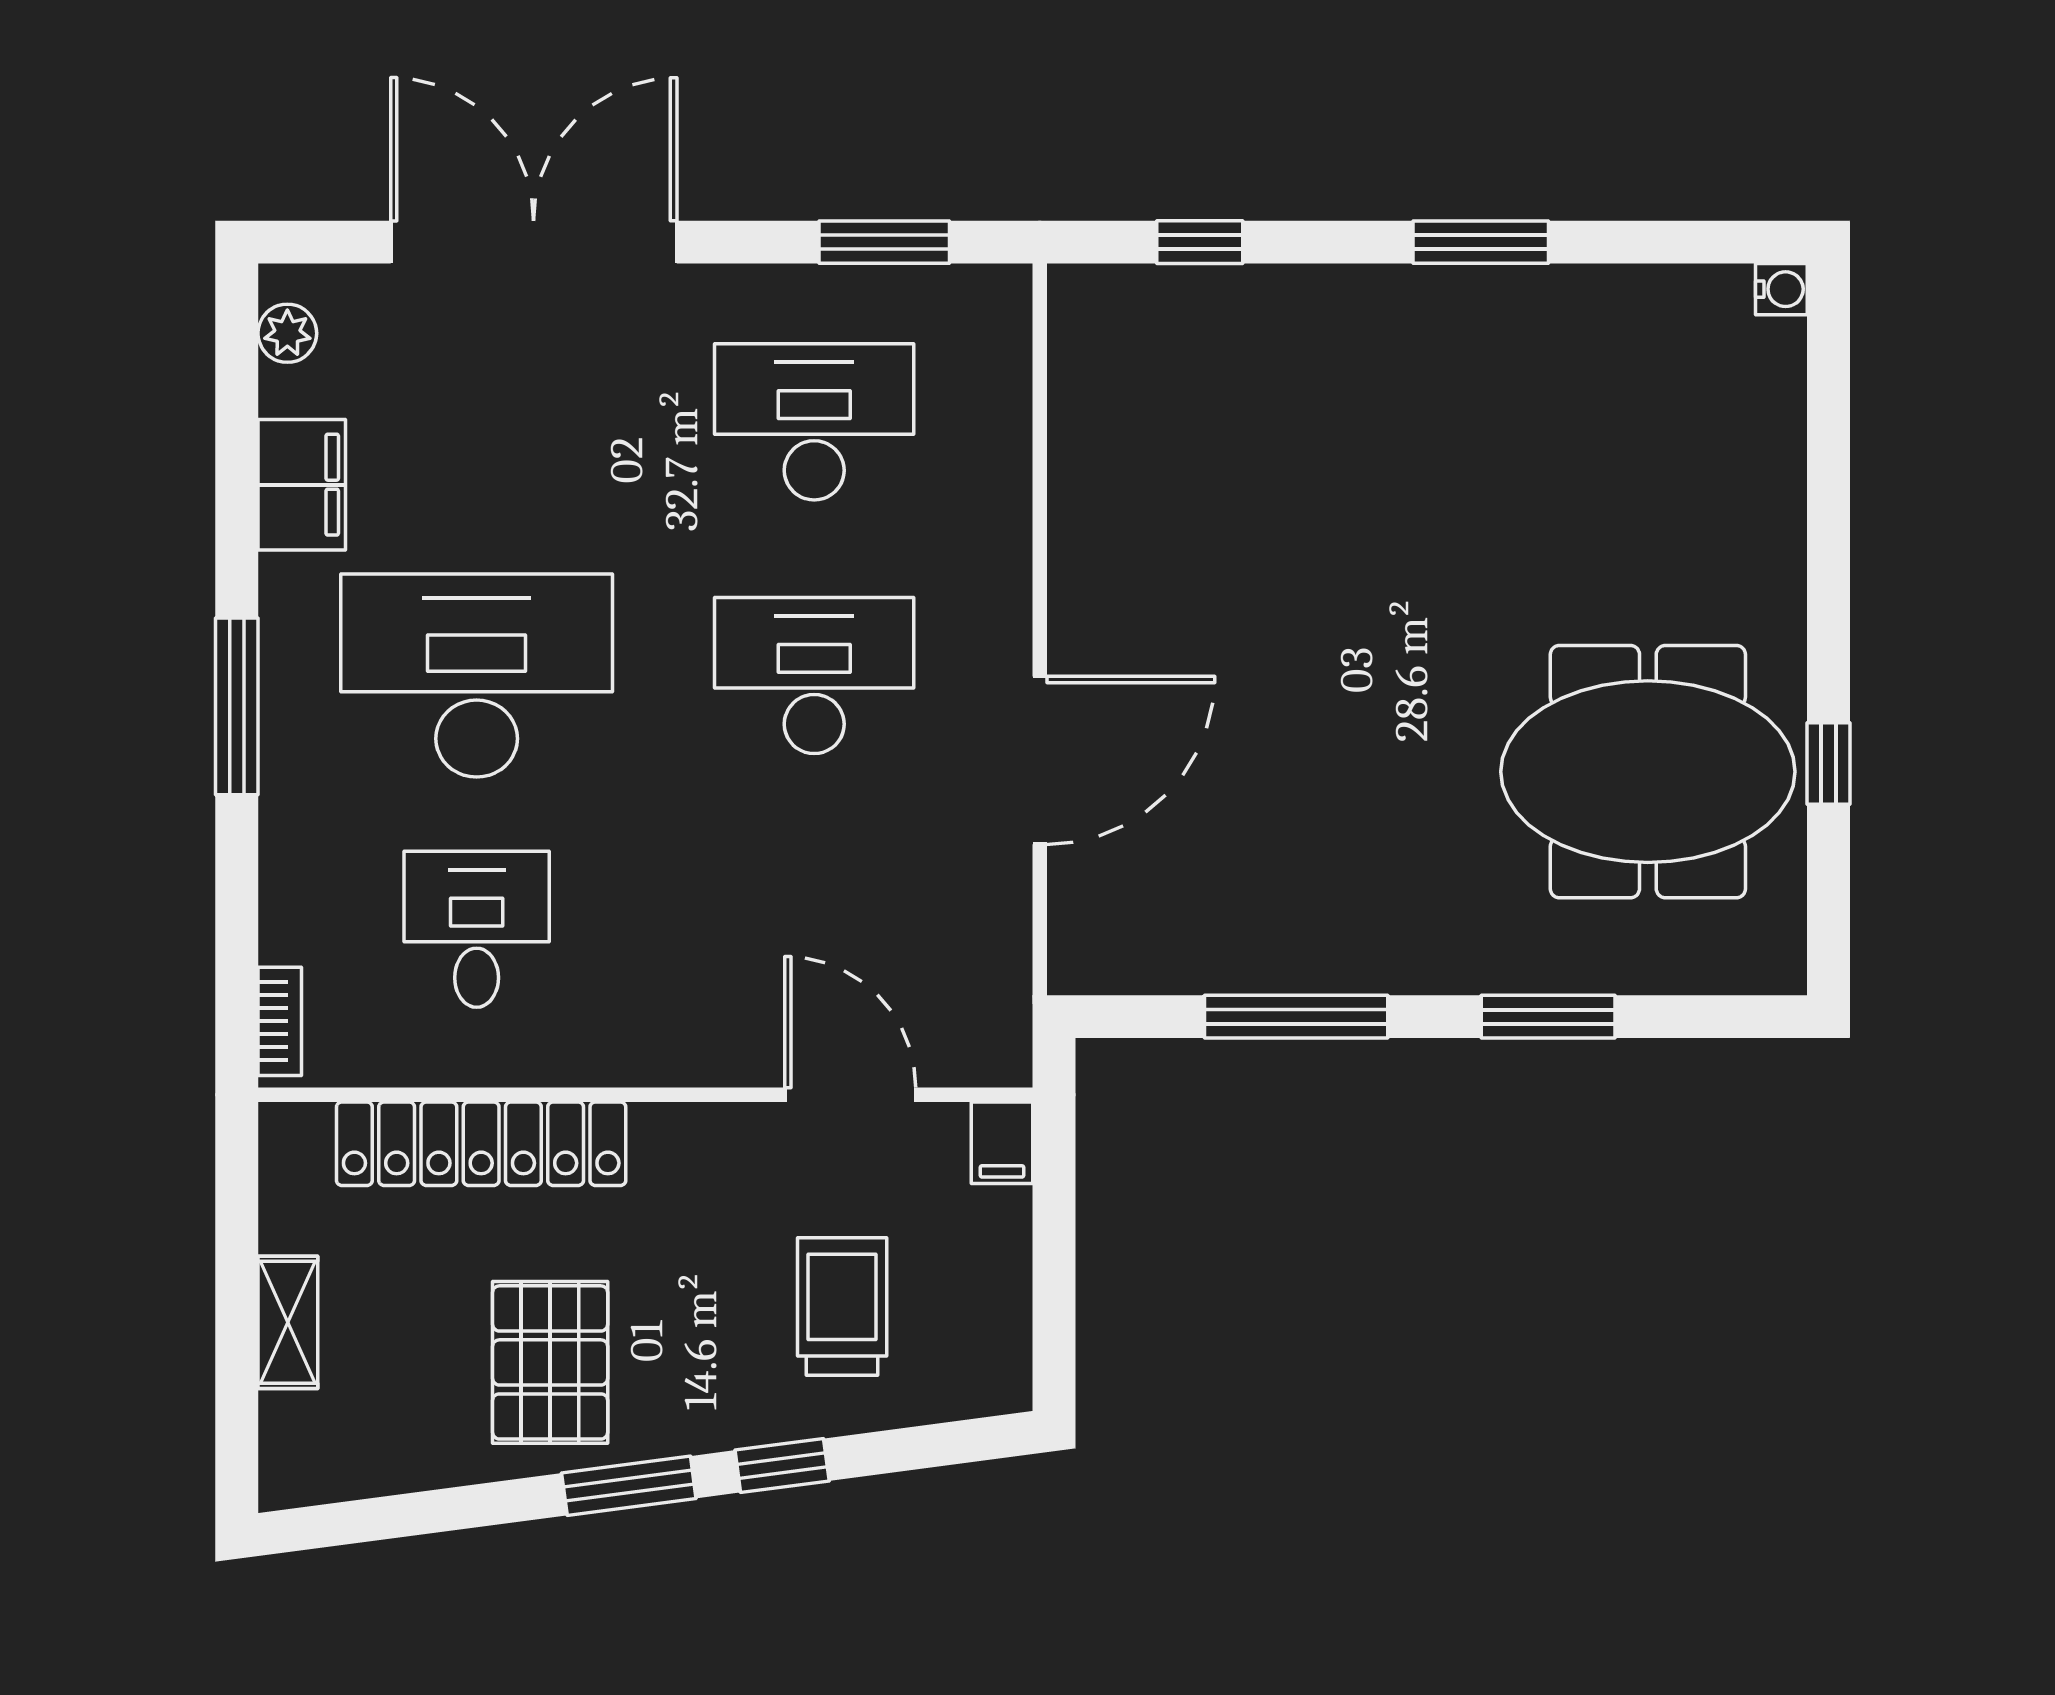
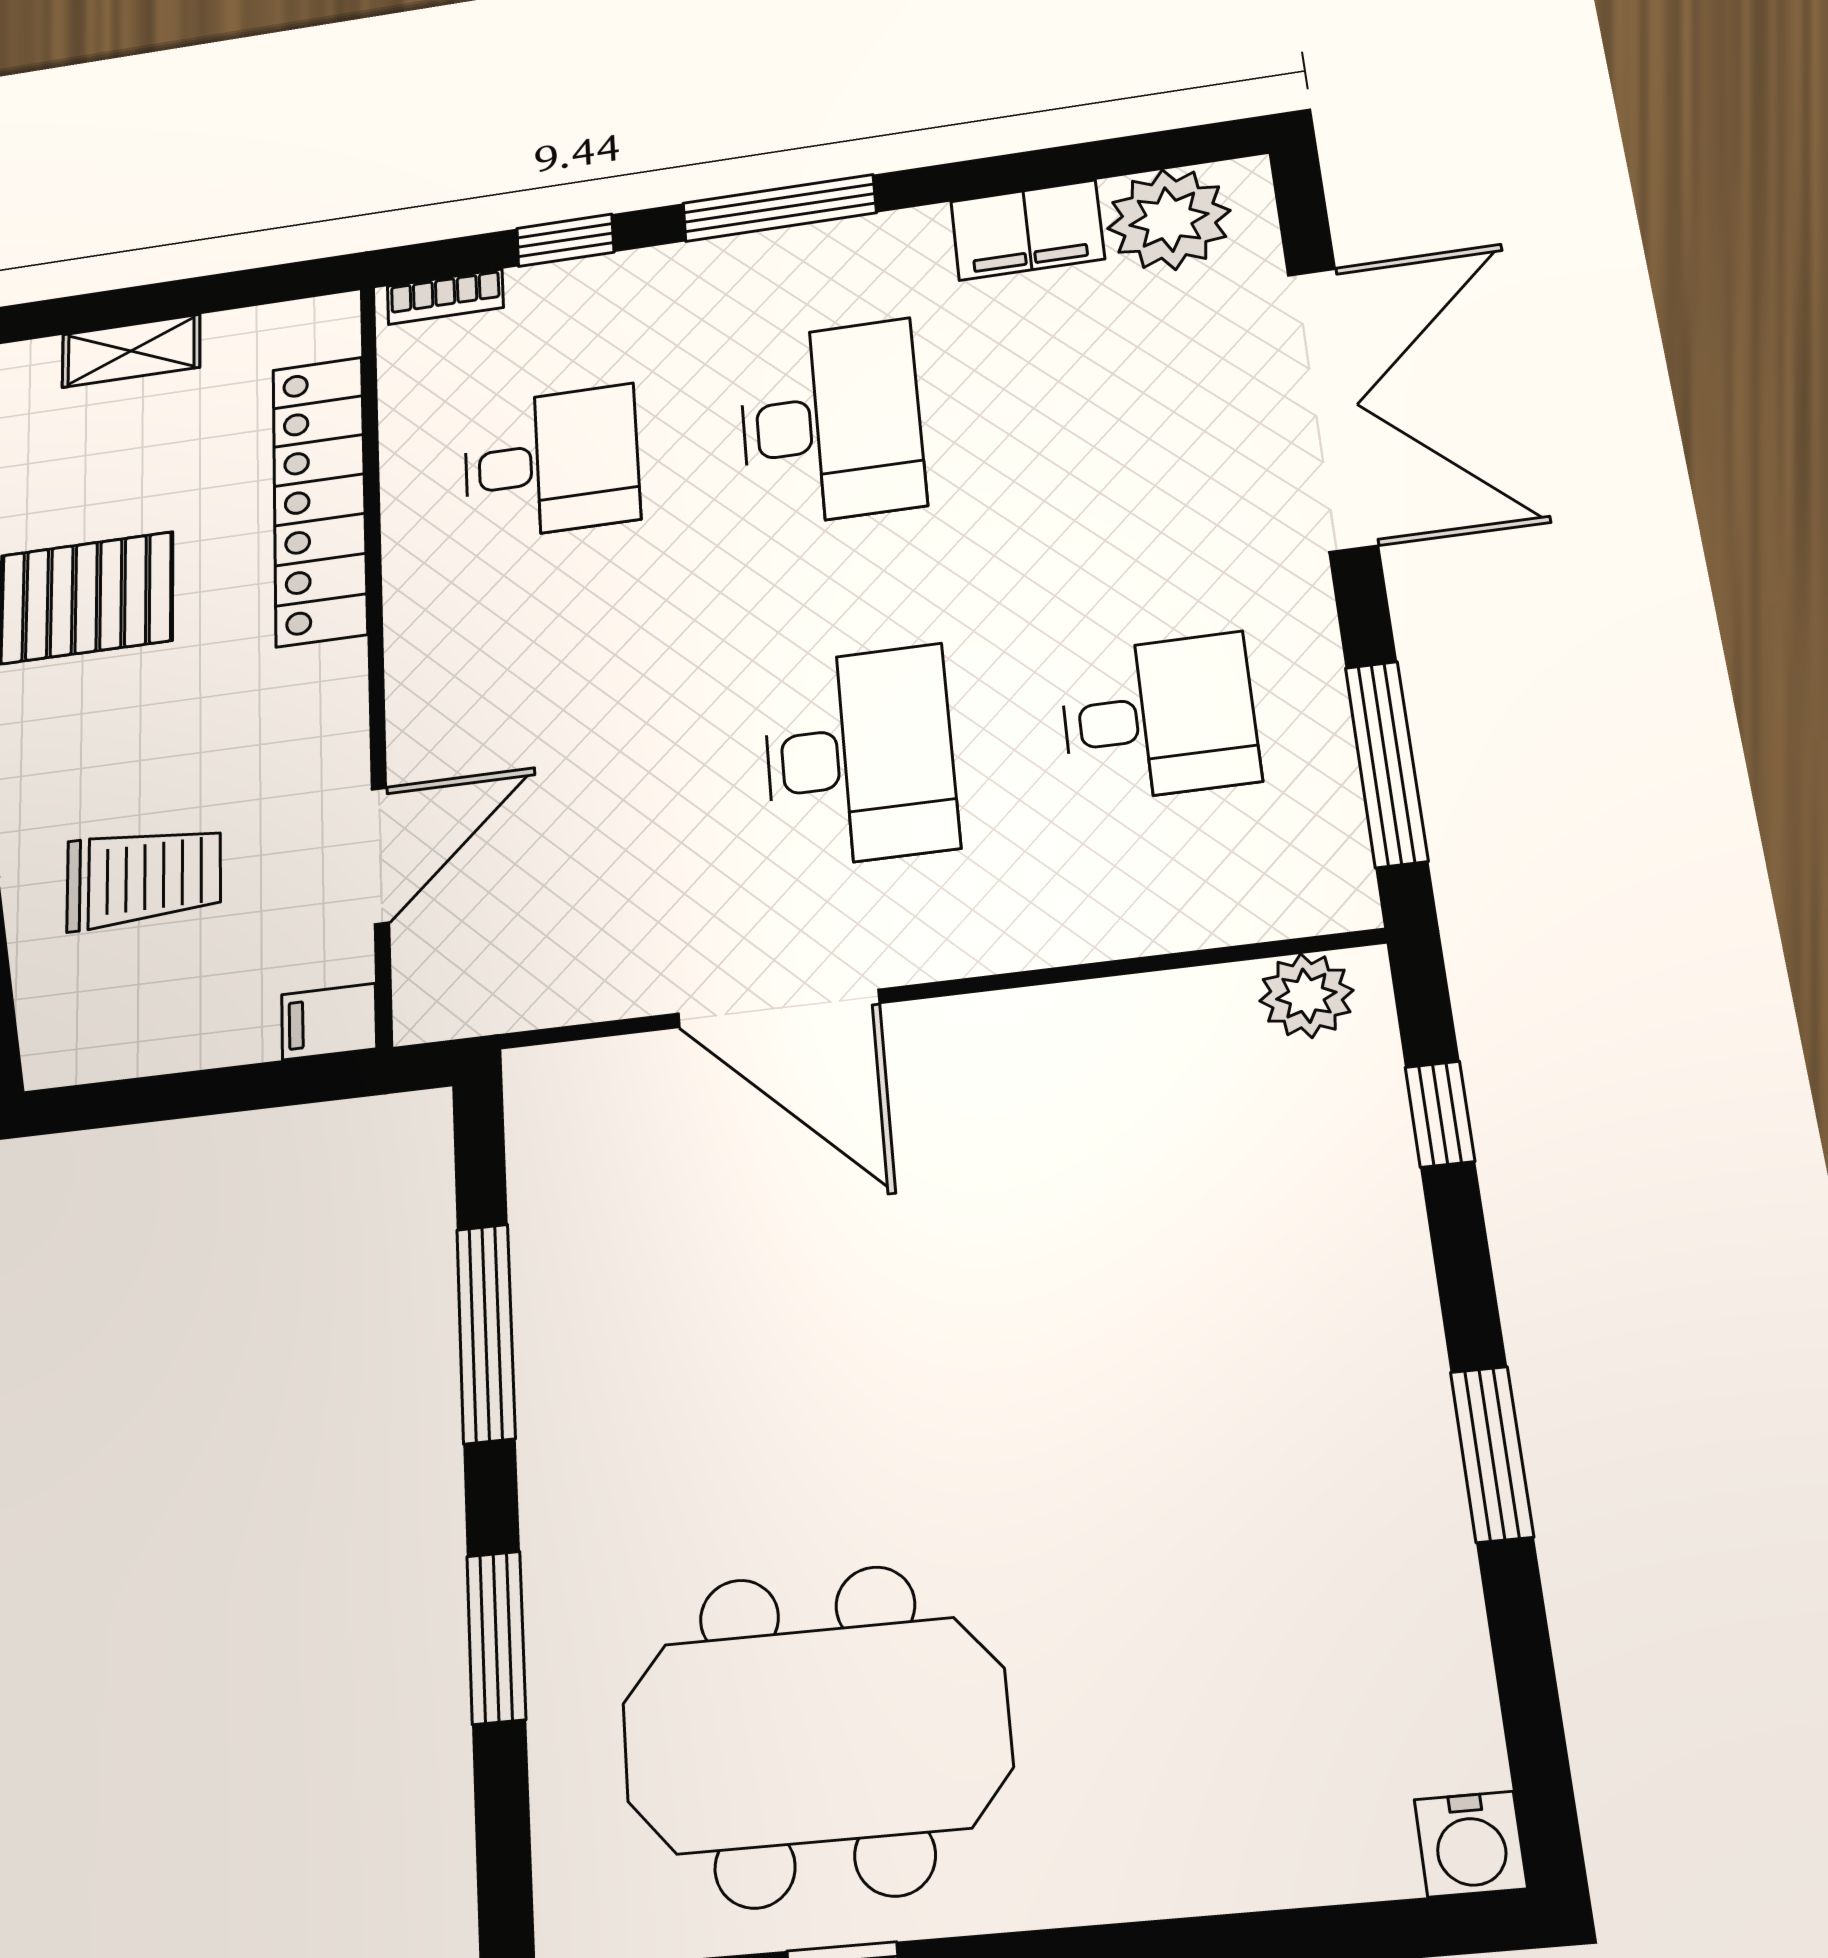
window: (884, 242) -> (1386, 764), width x1.44
water cooler: (1781, 289) -> (1471, 1844), width x1.38, depth x1.38
plant: (1084, 332) -> (1306, 996), added
plant: (287, 333) -> (1169, 220), width x1.88, depth x1.88
desk: (814, 422) -> (1159, 718), width x0.73
desk: (477, 676) -> (831, 423), width x0.73, depth x0.77
meeting table: (1648, 772) -> (816, 1735), turned 90
window: (237, 907) -> (565, 240), added

